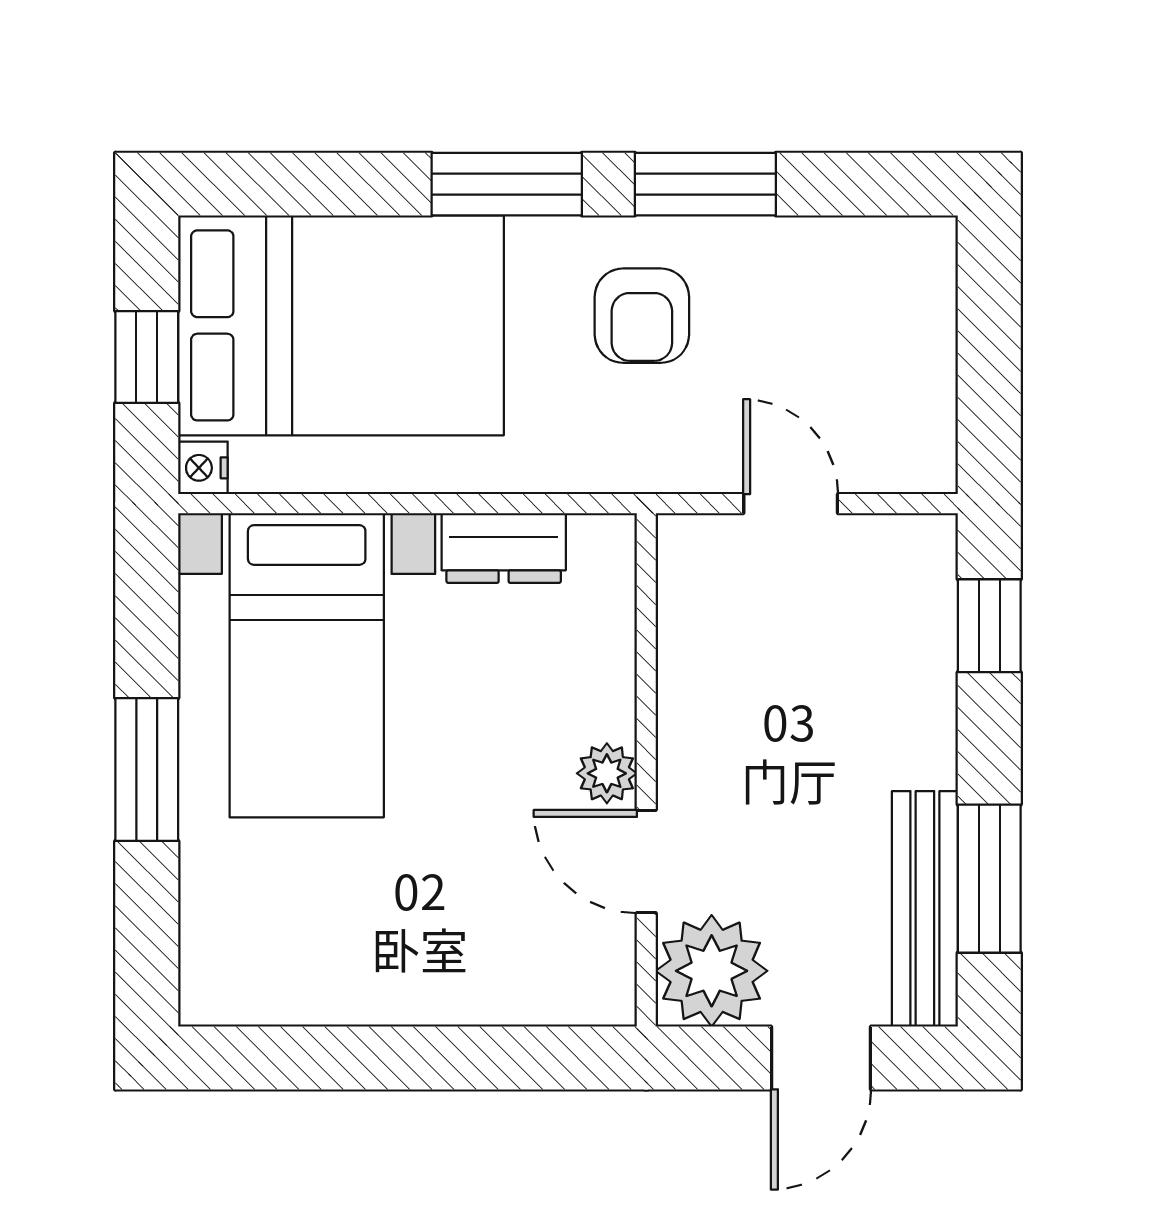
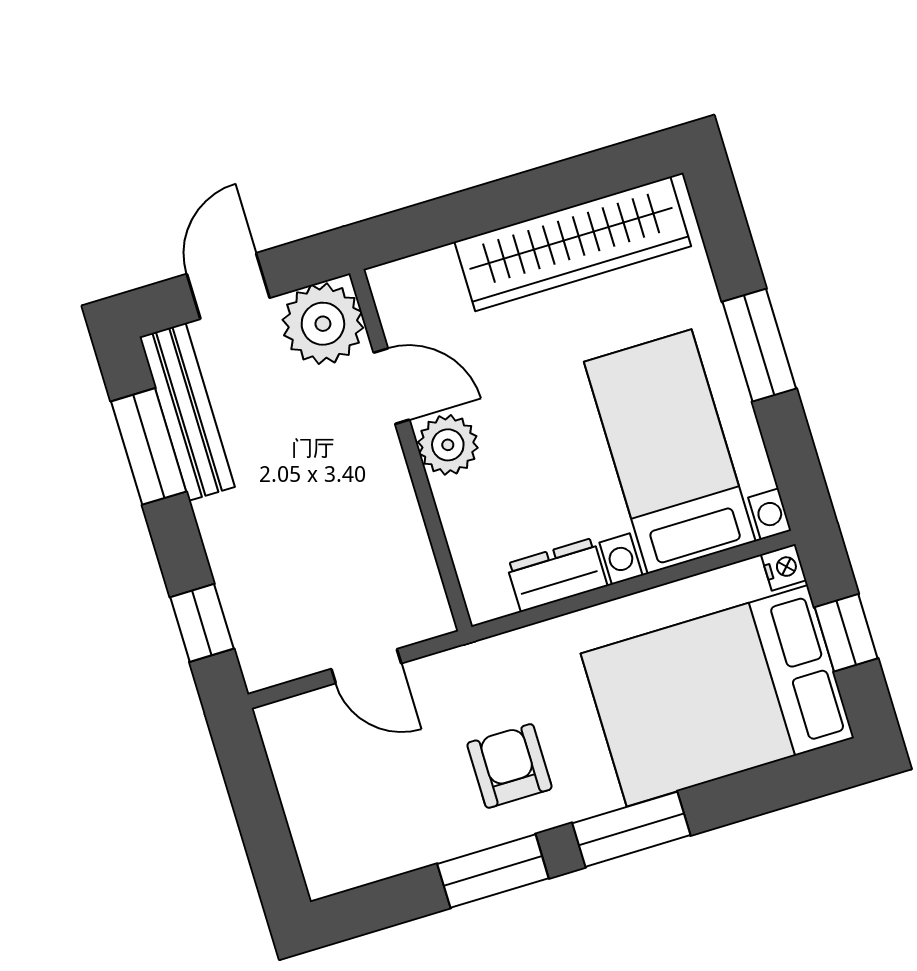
plant: (607, 773) -> (448, 445), width x1.38, depth x1.38
wardrobe: (352, 977) -> (573, 244), added

